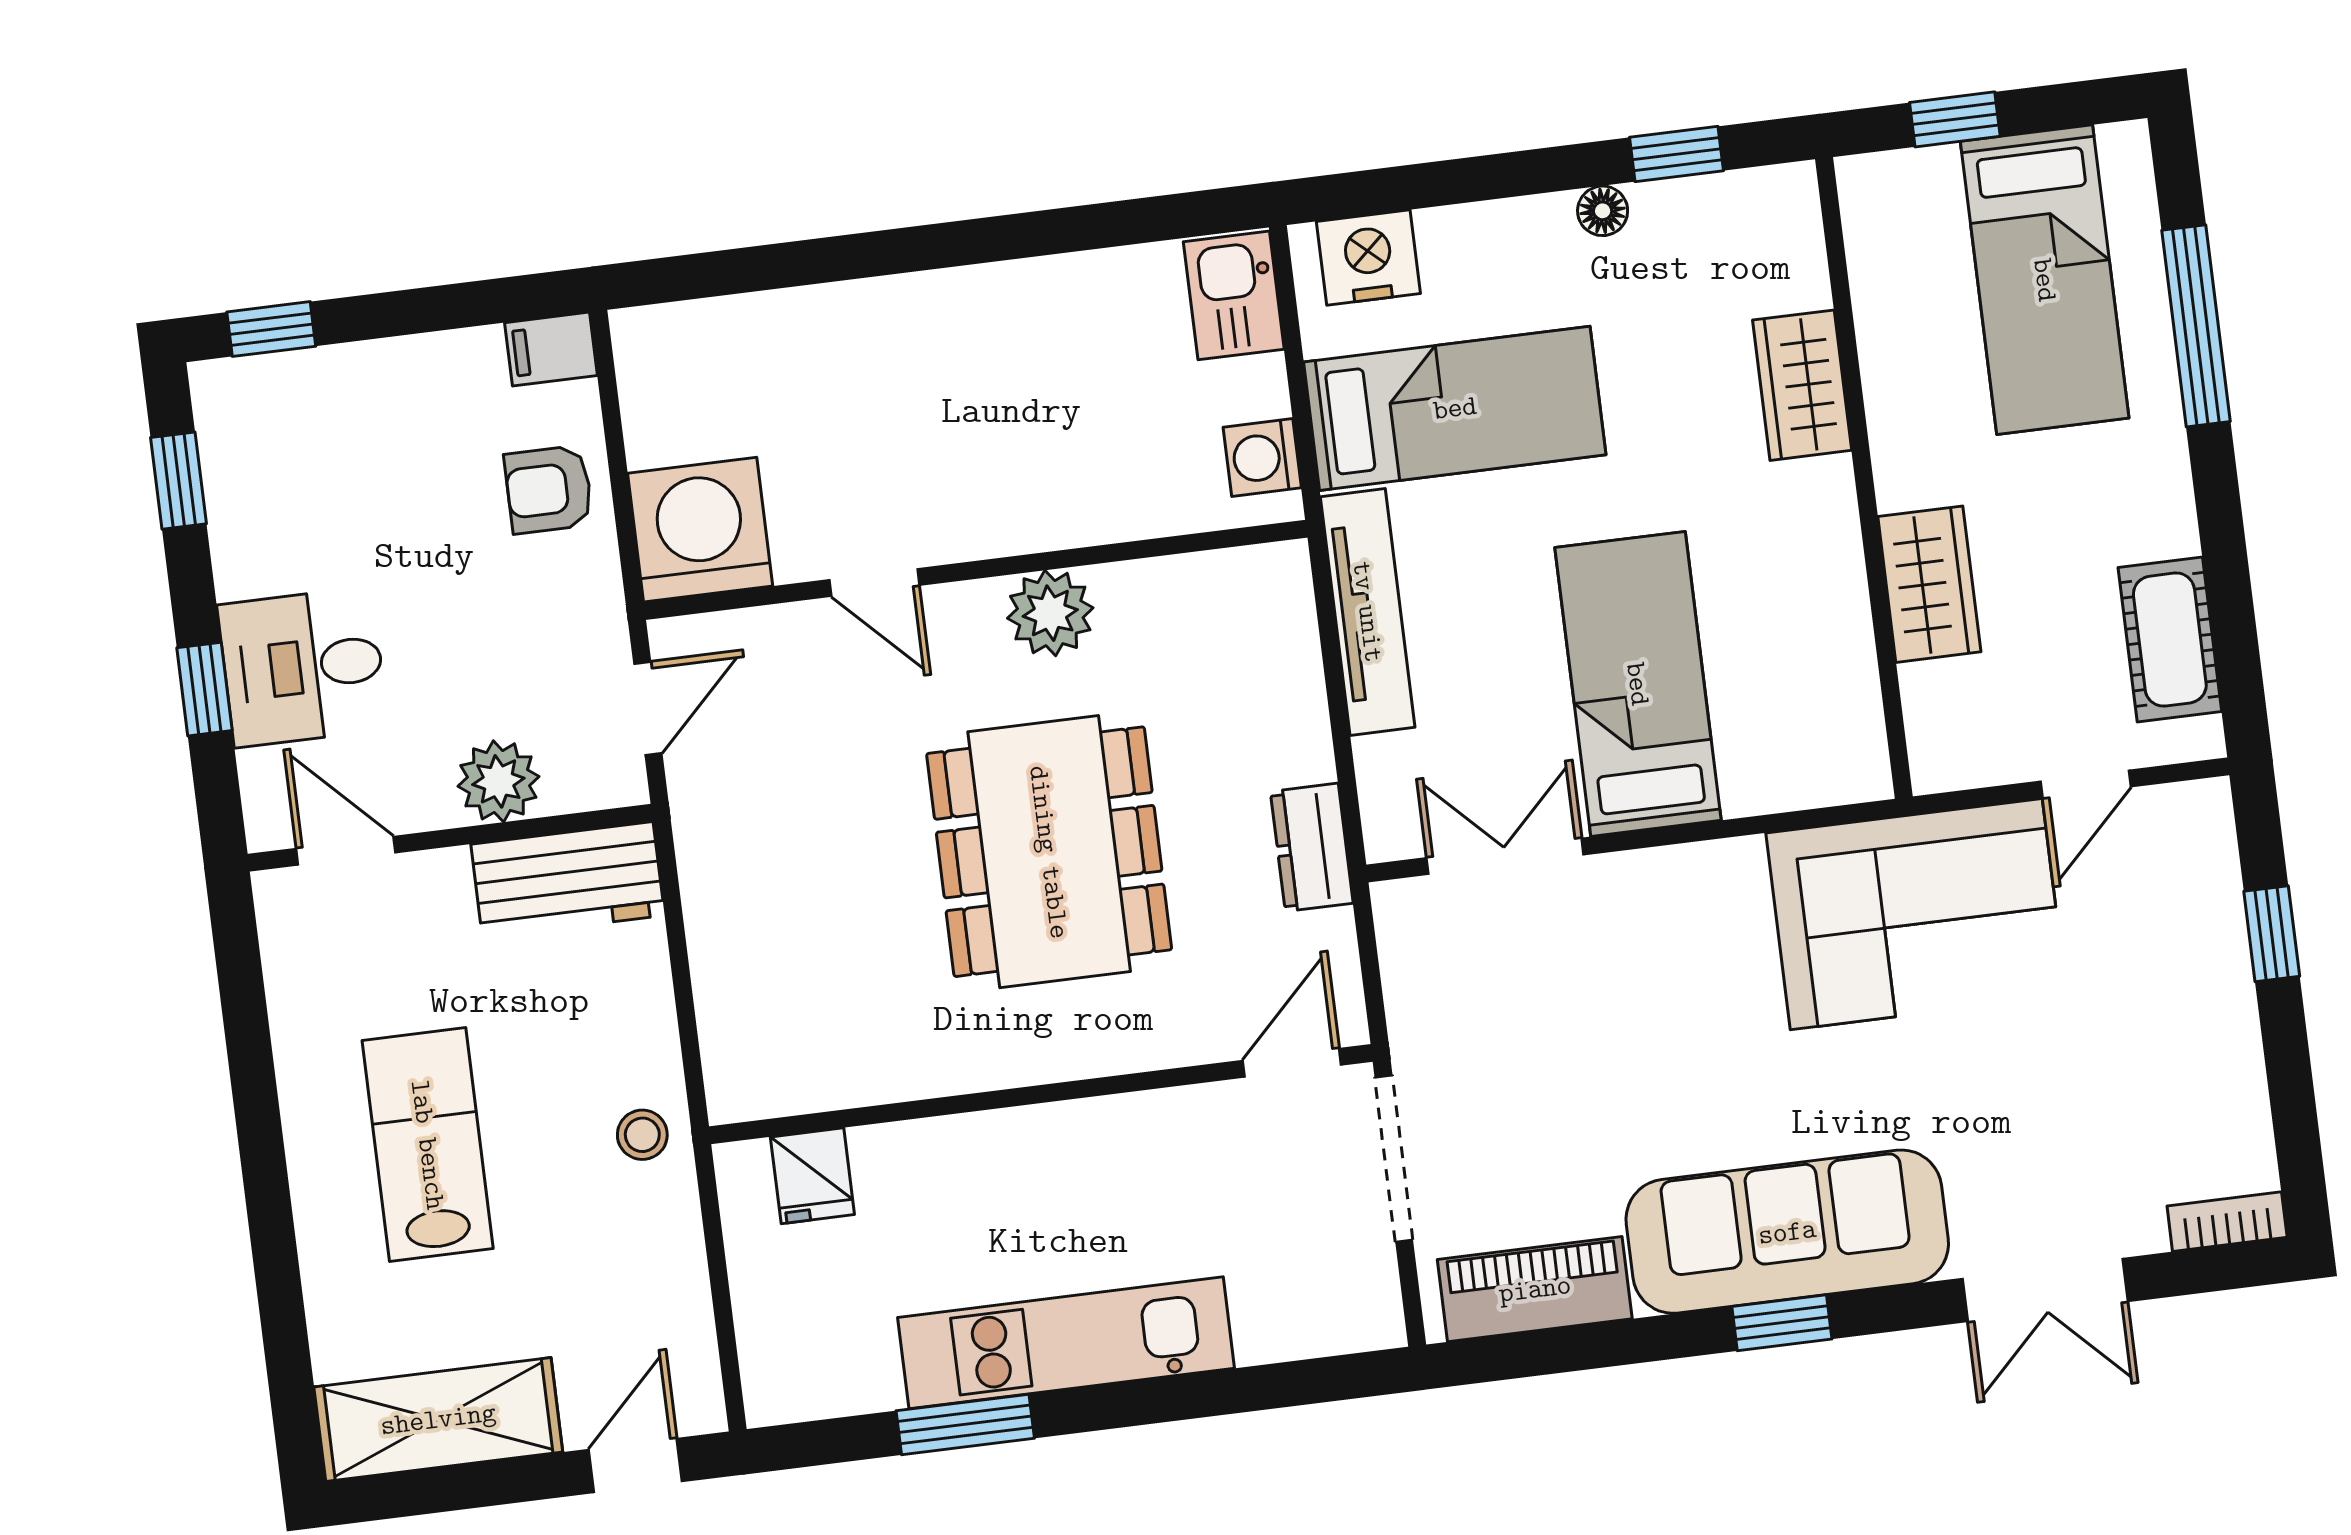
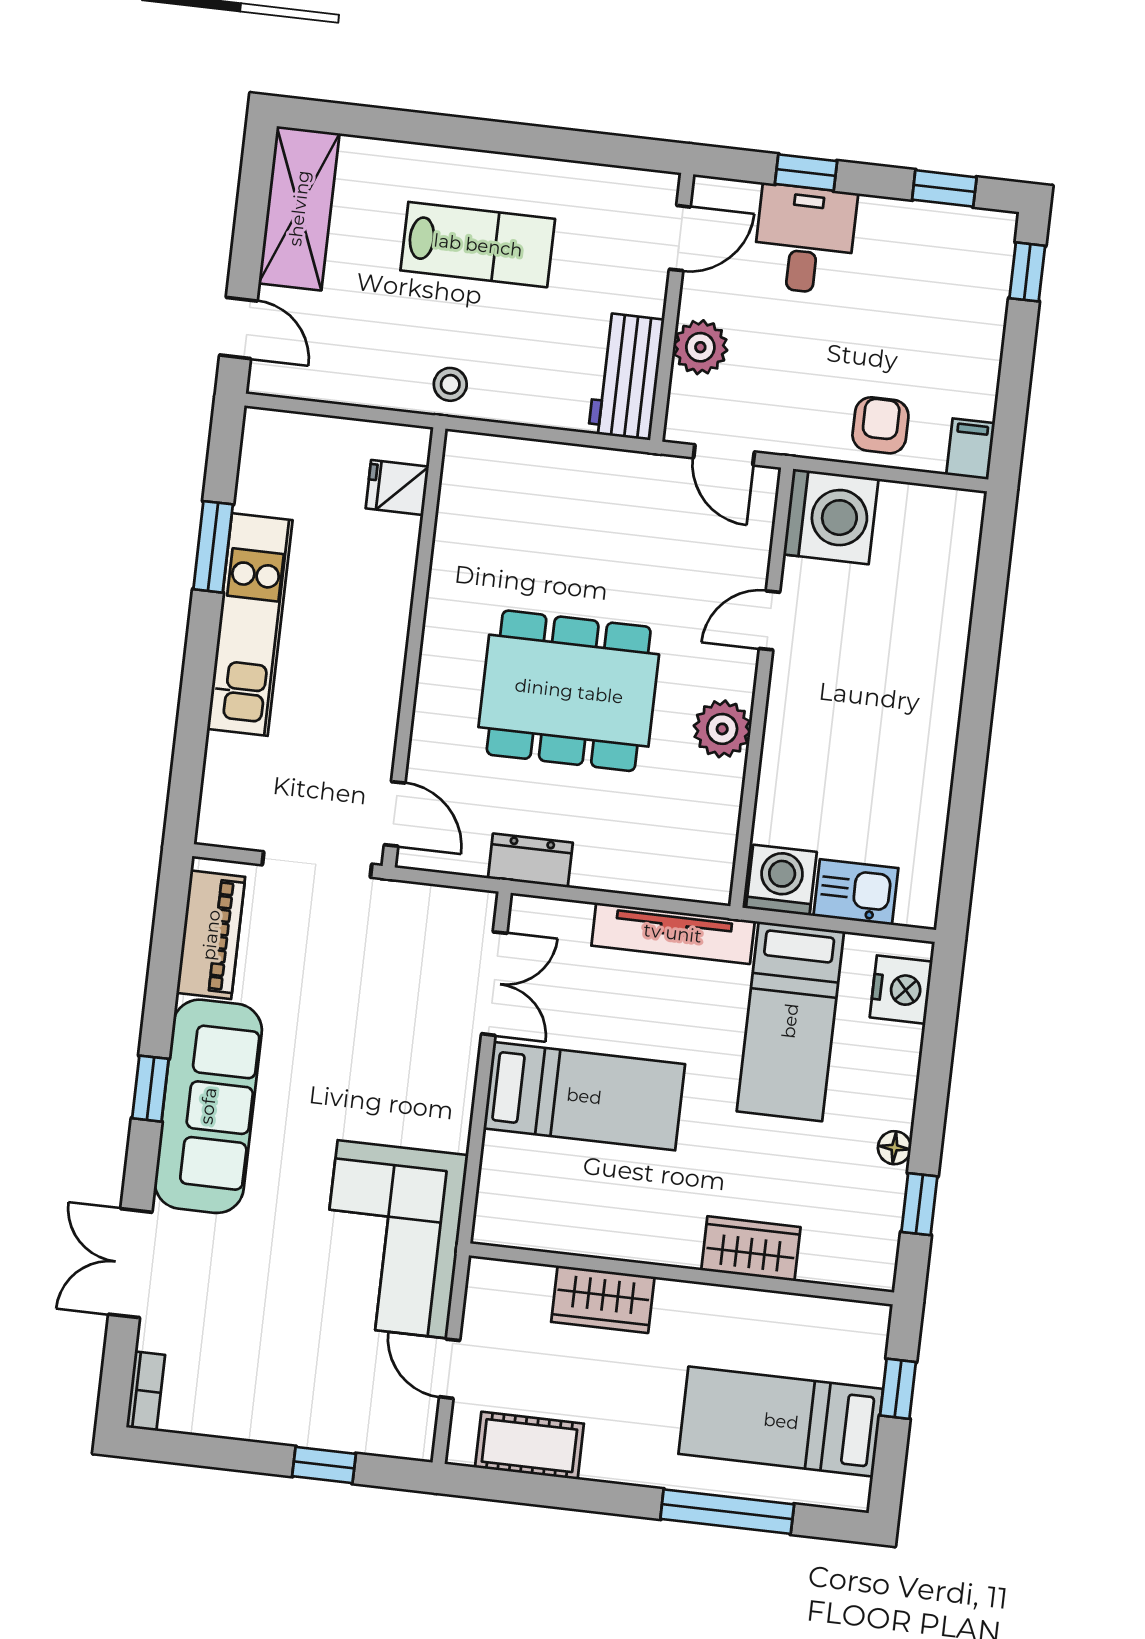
kitchen sink: (1234, 295) -> (856, 892), moved
washing machine: (1262, 458) -> (781, 880), width x1.38, depth x1.38

